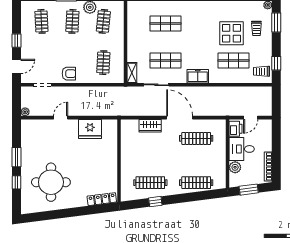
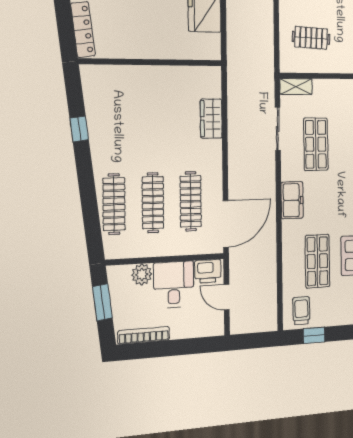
door: (180, 118) -> (226, 224), moved
clothes rail: (150, 183) -> (153, 203), moved

